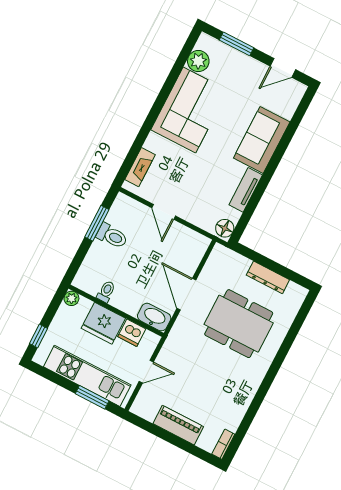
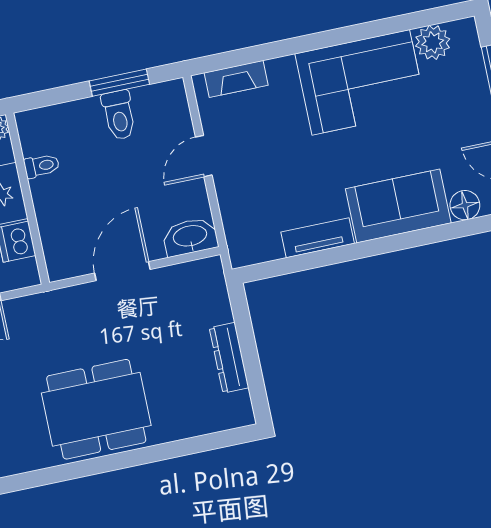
floor lamp: (225, 228) -> (465, 205), moved
washbasin: (154, 317) -> (190, 237), moved, turned -90
dining table: (239, 324) -> (96, 409), moved, turned 90

